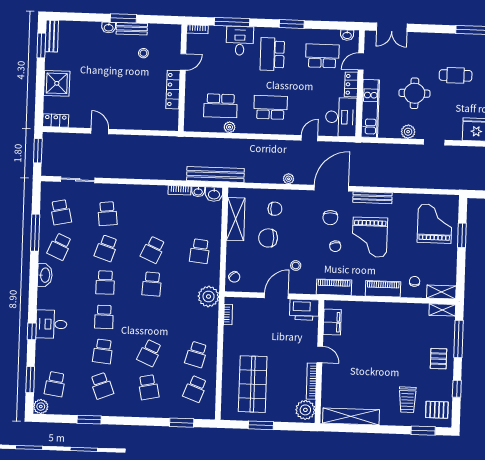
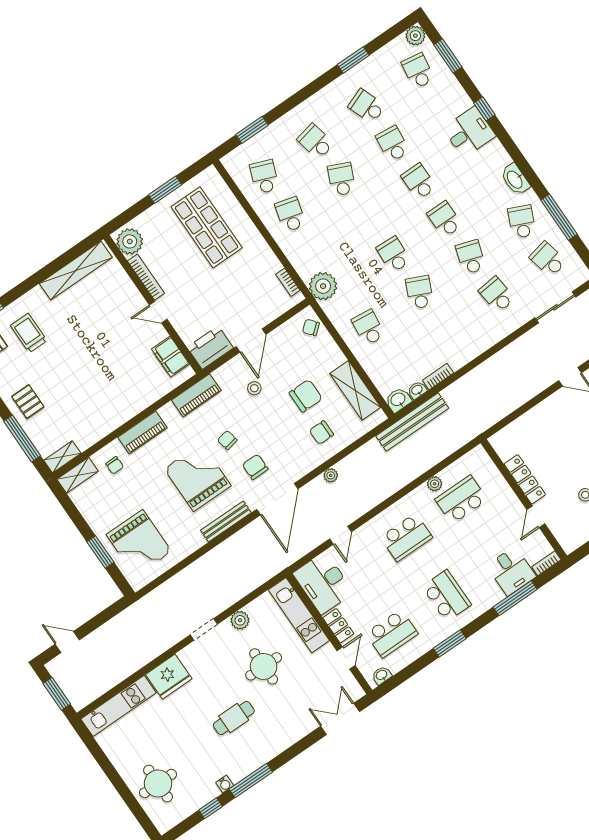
desk: (240, 41) -> (511, 571), moved

